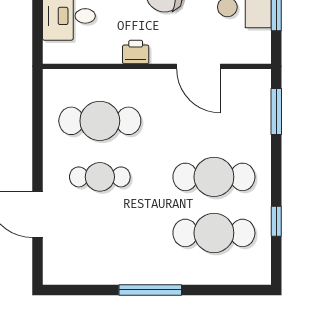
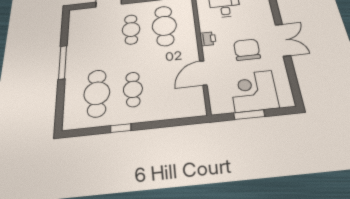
window: (276, 112) -> (179, 122), removed
cafe table: (214, 177) -> (133, 89), width x0.73, depth x0.74
window: (276, 221) -> (121, 128), moved

